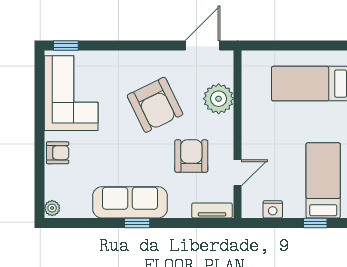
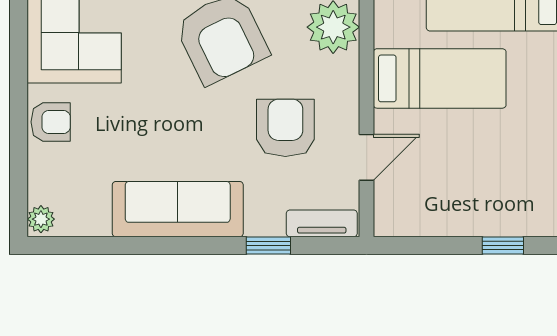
bed: (323, 180) -> (440, 78), moved, turned 90
nightstand: (273, 209) -> (428, 221), removed
window: (137, 223) -> (268, 245), moved

